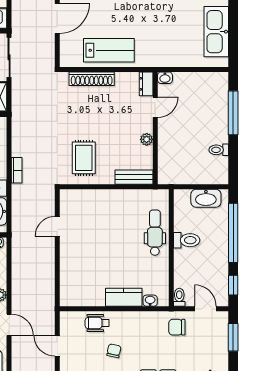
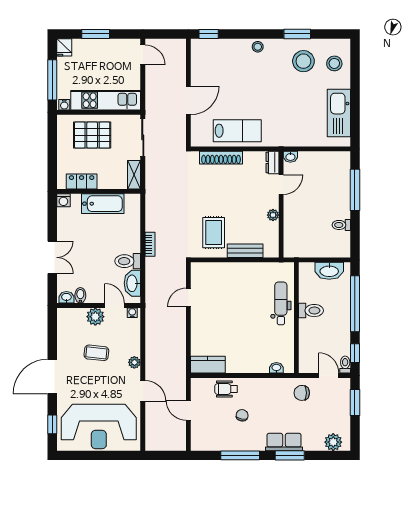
bench: (134, 177) -> (245, 251), moved
kitchen counter: (124, 297) -> (208, 365), moved
toilet: (179, 297) -> (345, 365), moved

